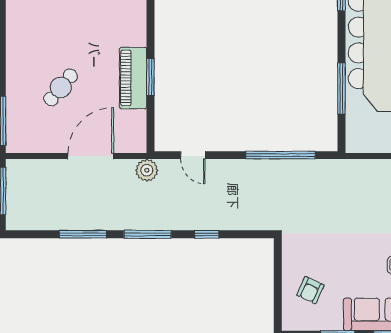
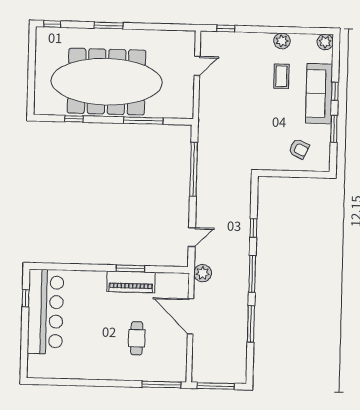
cafe table: (61, 87) -> (137, 338), turned 50

